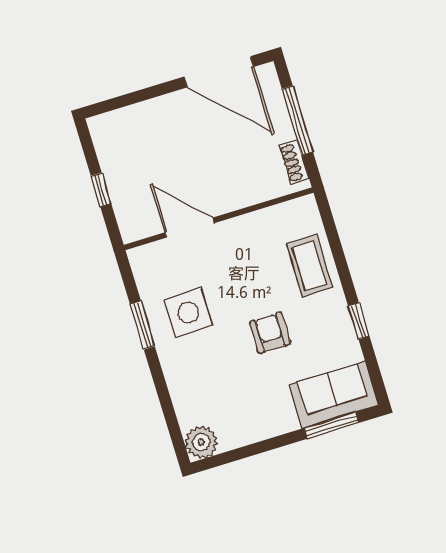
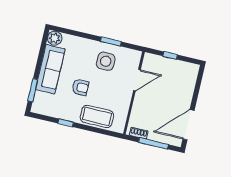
coffee table: (309, 266) -> (97, 116), width x1.36, depth x1.32
sofa: (334, 395) -> (50, 69), moved, width x1.36

